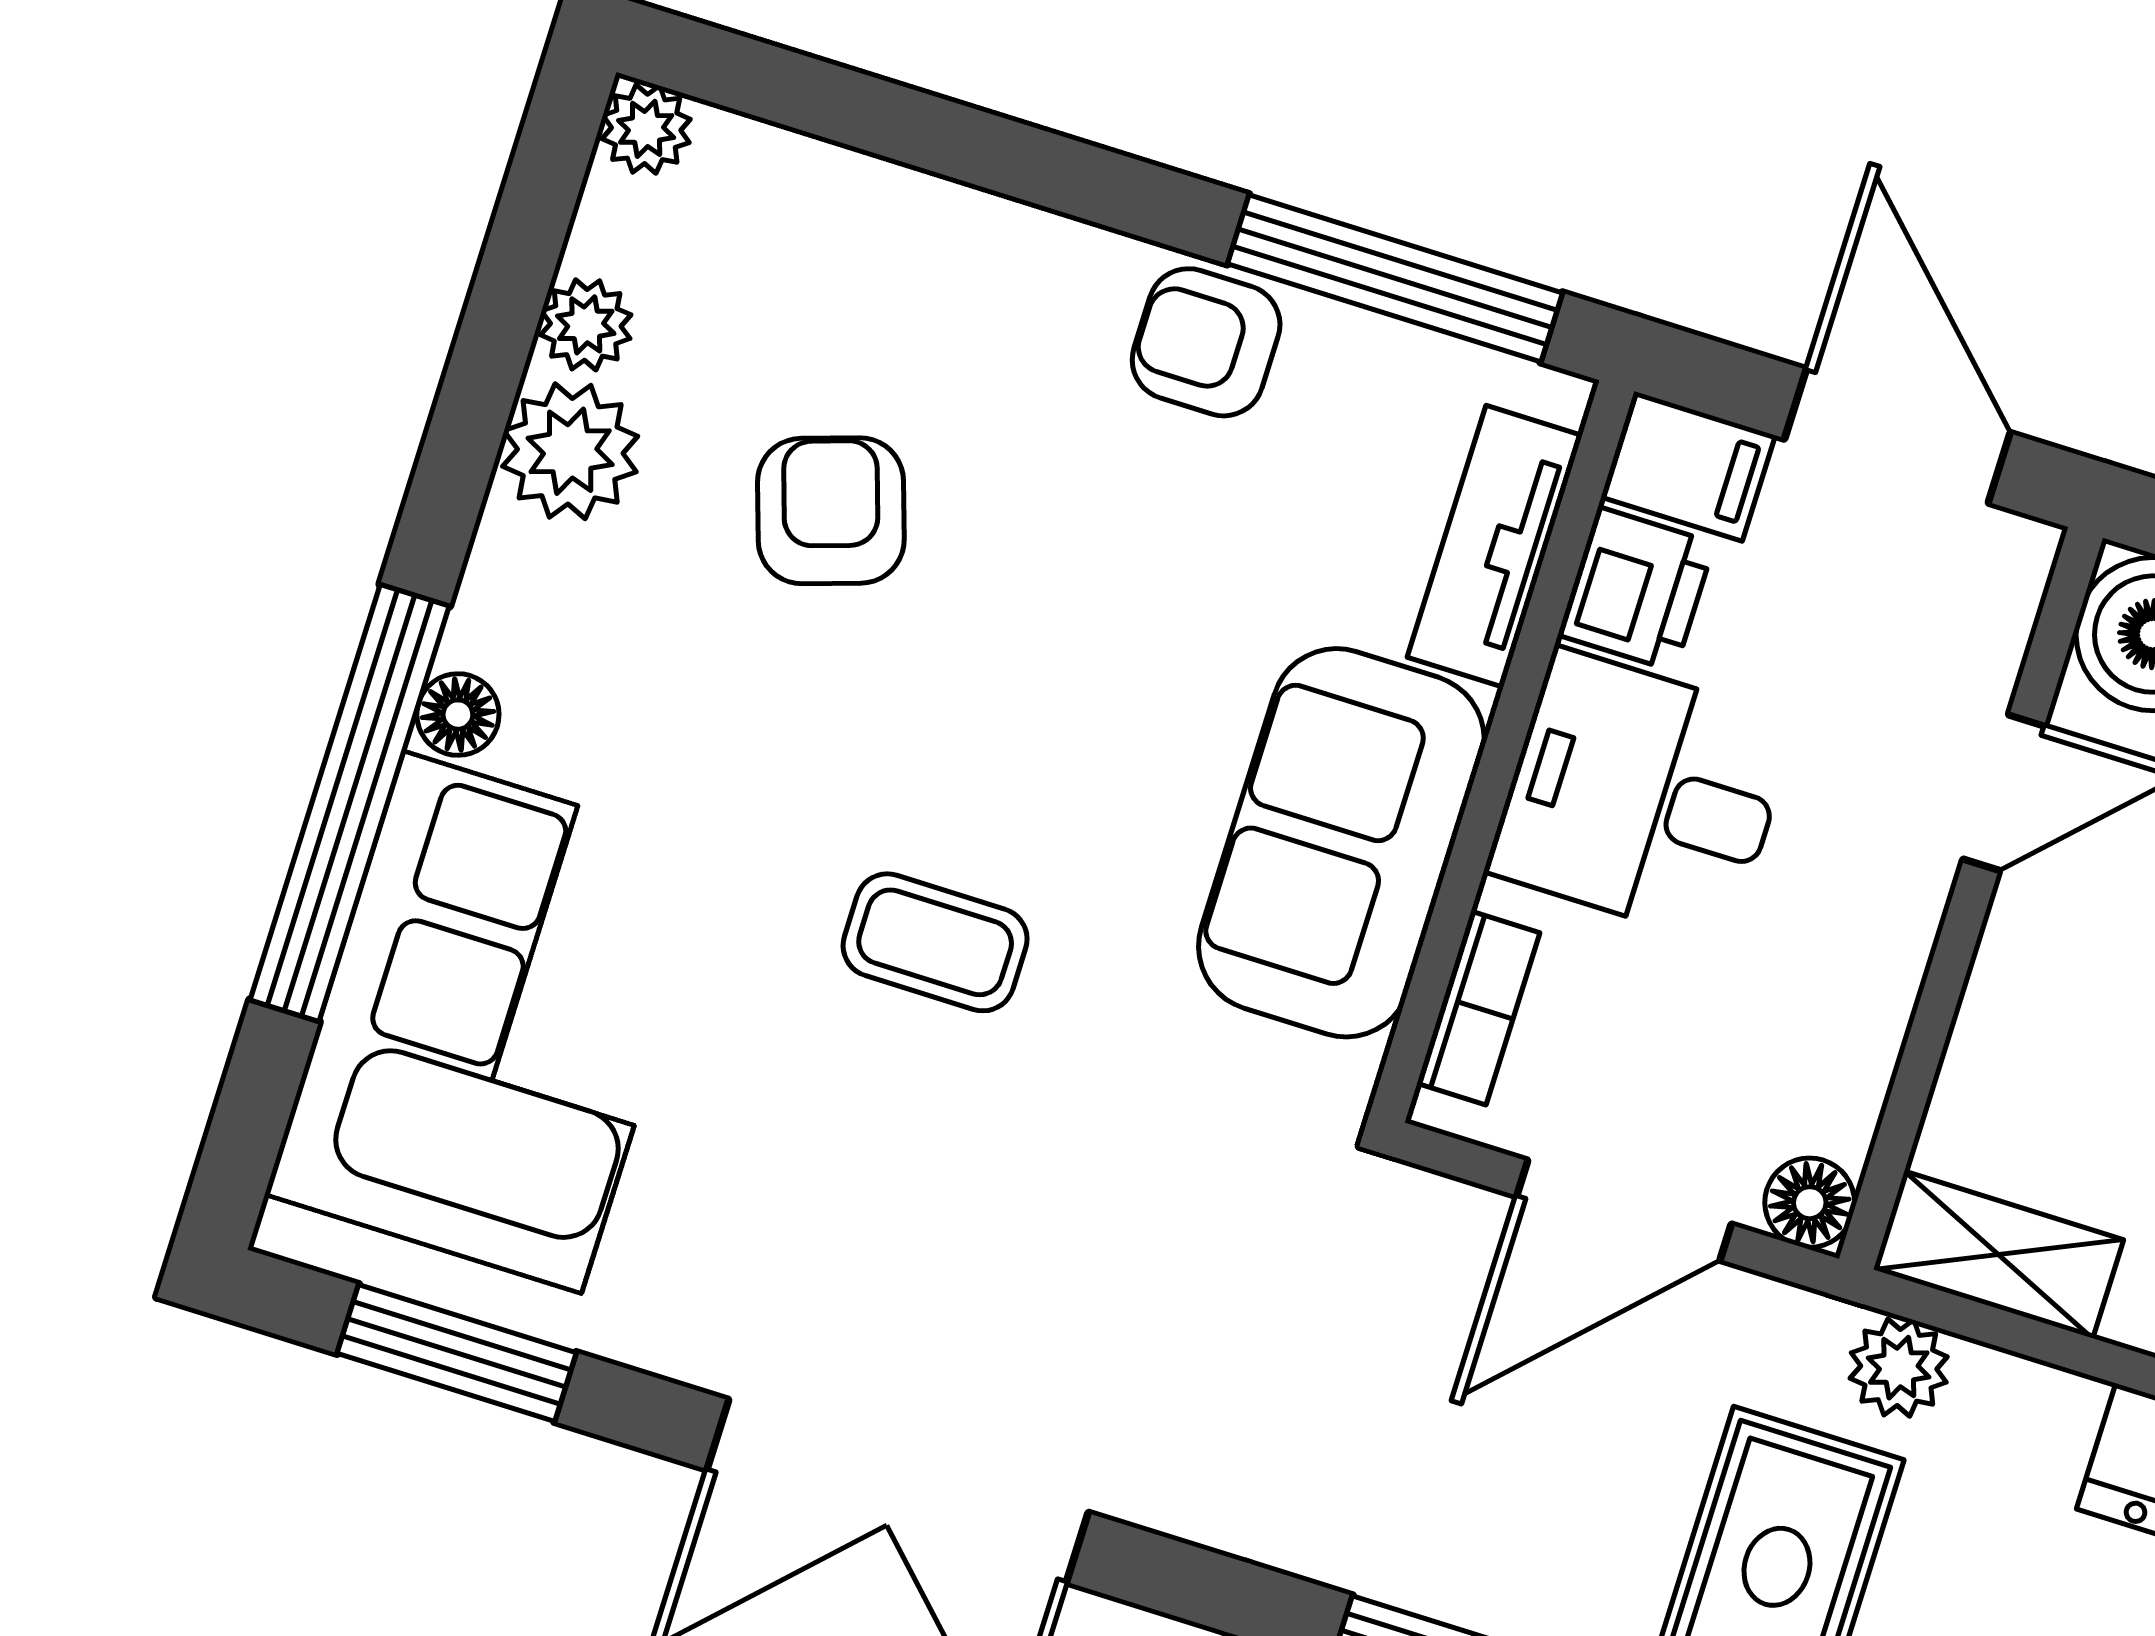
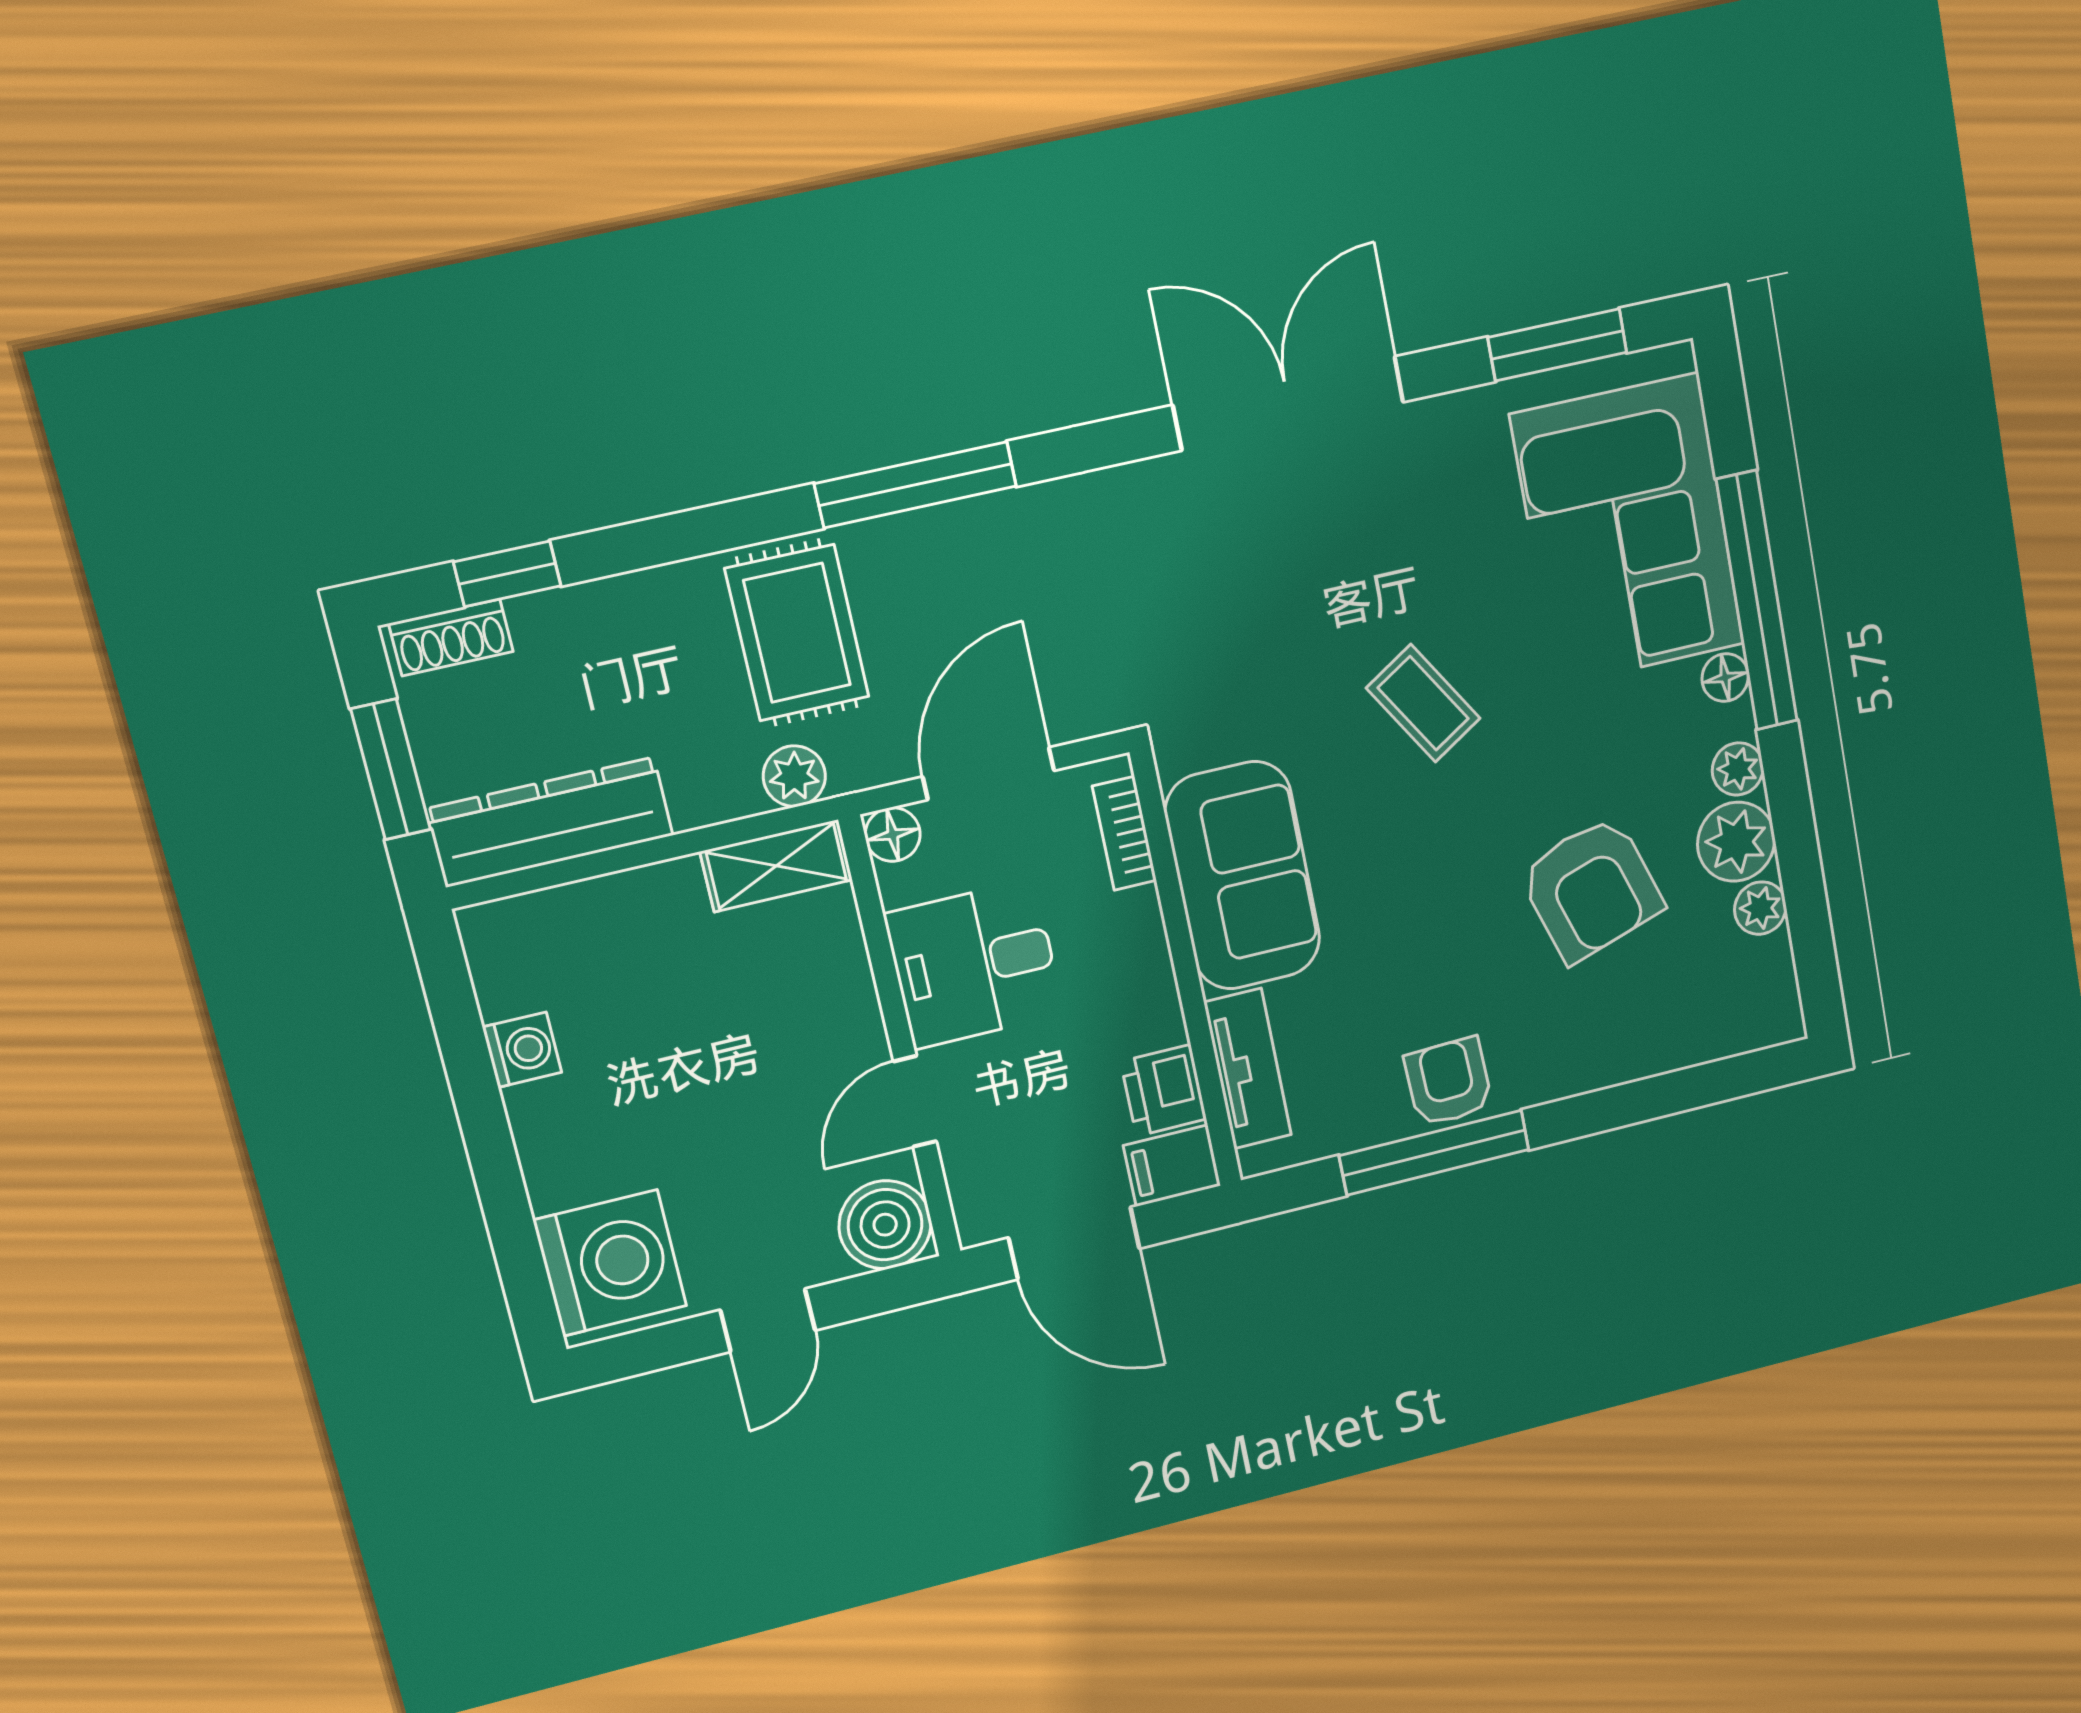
plant: (646, 129) -> (1738, 769), moved
window: (1395, 278) -> (1434, 1153), moved
armchair: (1206, 342) -> (1448, 1082), turned -92
armchair: (831, 511) -> (1591, 889), width x1.38, depth x1.38
desk: (1642, 796) -> (974, 964), moved, turned 180
coffee table: (935, 942) -> (1423, 703), turned 58

